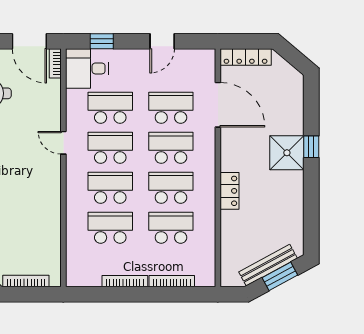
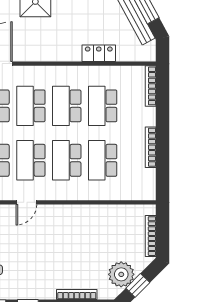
locker: (229, 191) -> (99, 53), moved
bookcase: (172, 281) -> (151, 86), moved

